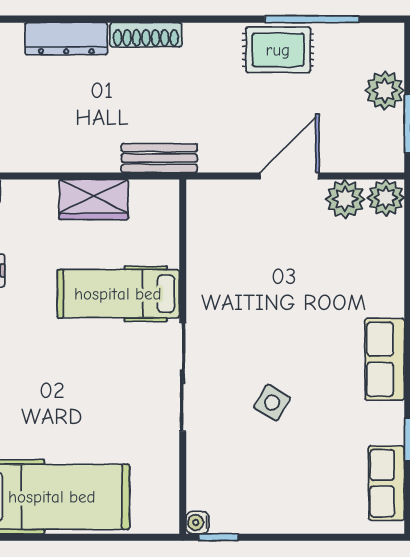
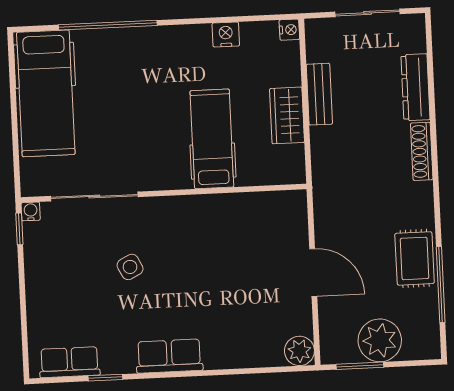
plant: (385, 91) -> (380, 340), width x1.36, depth x1.36
bench: (159, 158) -> (319, 94), moved
plant: (345, 199) -> (297, 318), removed
sliding door: (183, 377) -> (94, 196), moved
side table: (272, 403) -> (130, 267), turned 32

